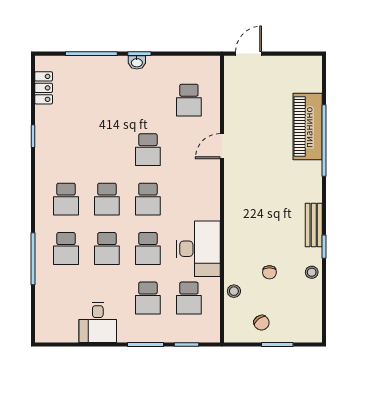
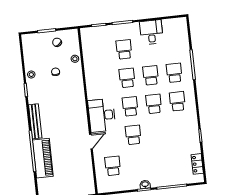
bench: (314, 225) -> (35, 121), moved, width x1.36
desk: (198, 249) -> (102, 115), moved
school desk: (189, 298) -> (100, 52), removed

